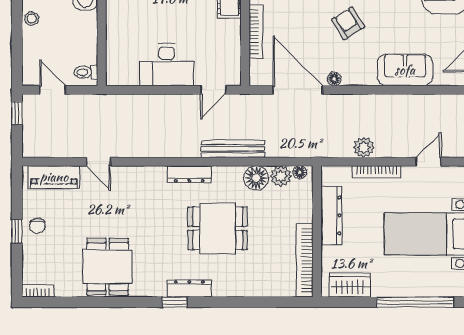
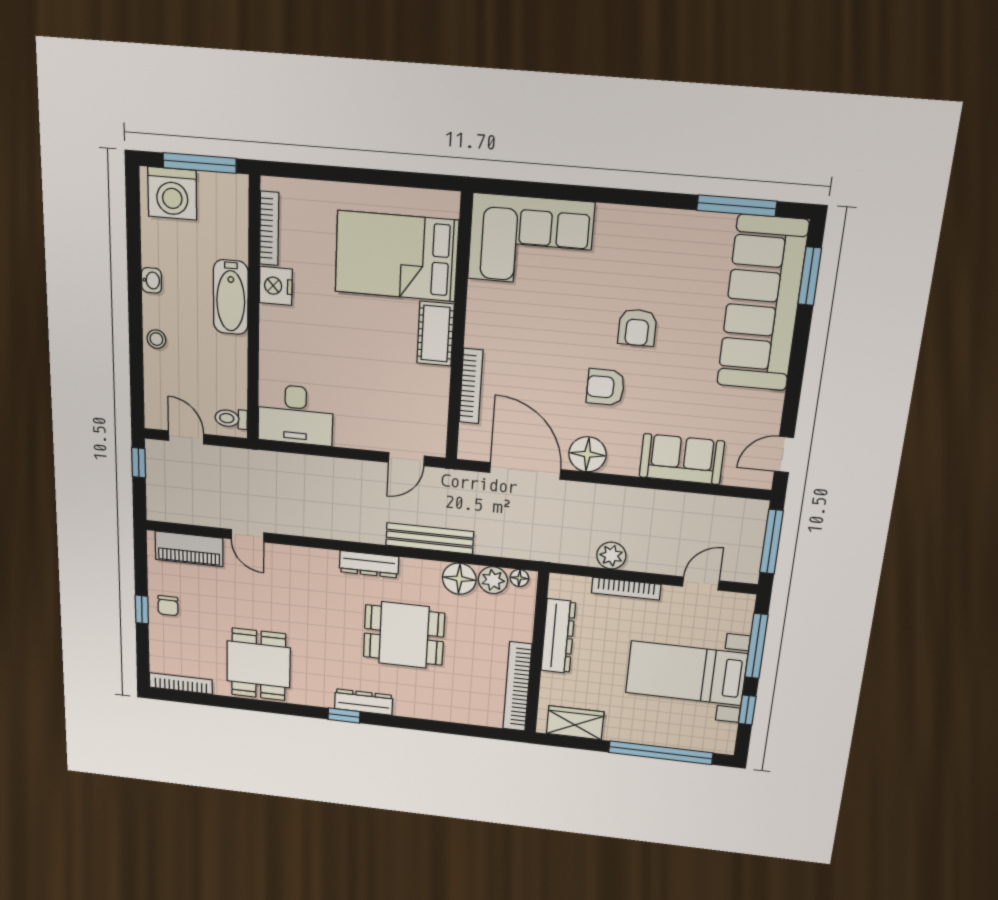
armchair: (348, 23) -> (605, 387), turned -58
desk: (167, 65) -> (295, 415), moved
floor lamp: (334, 79) -> (587, 454), width x1.89, depth x1.89
bookcase: (38, 291) -> (181, 683), width x1.56

